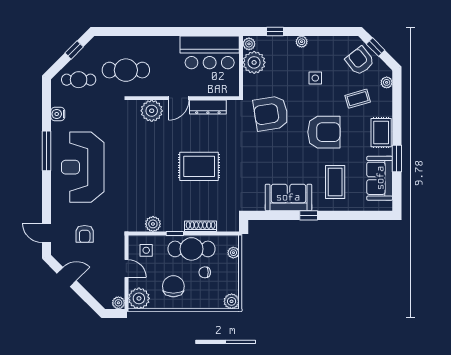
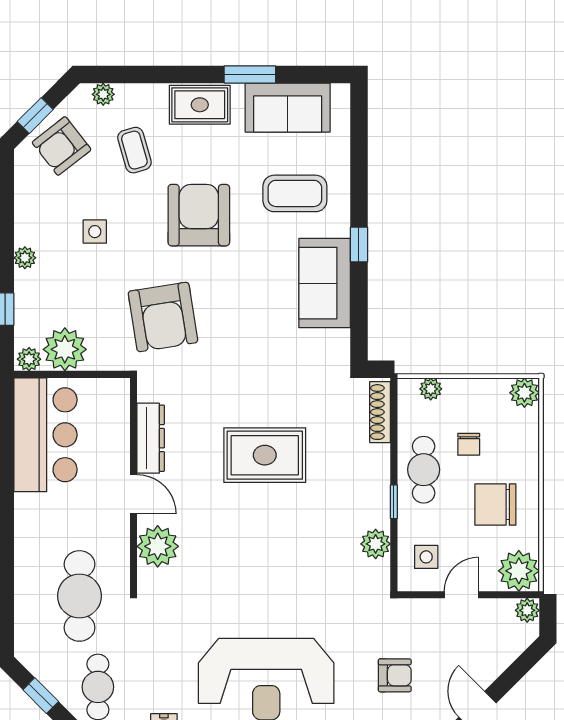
rug: (199, 166) -> (265, 455), turned 90
shoe rack: (201, 226) -> (380, 412), moved
cafe table: (191, 249) -> (424, 470), width x0.73, depth x0.74

